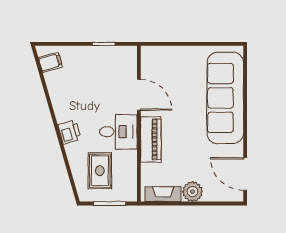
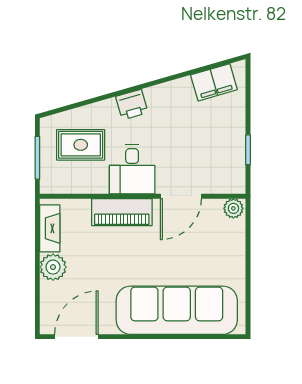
plant: (148, 55) -> (233, 208), added
filing cabinet: (50, 62) -> (214, 82), width x2.00

